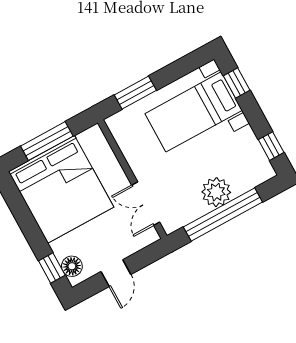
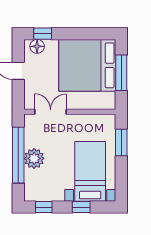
window: (237, 83) -> (81, 207), moved

